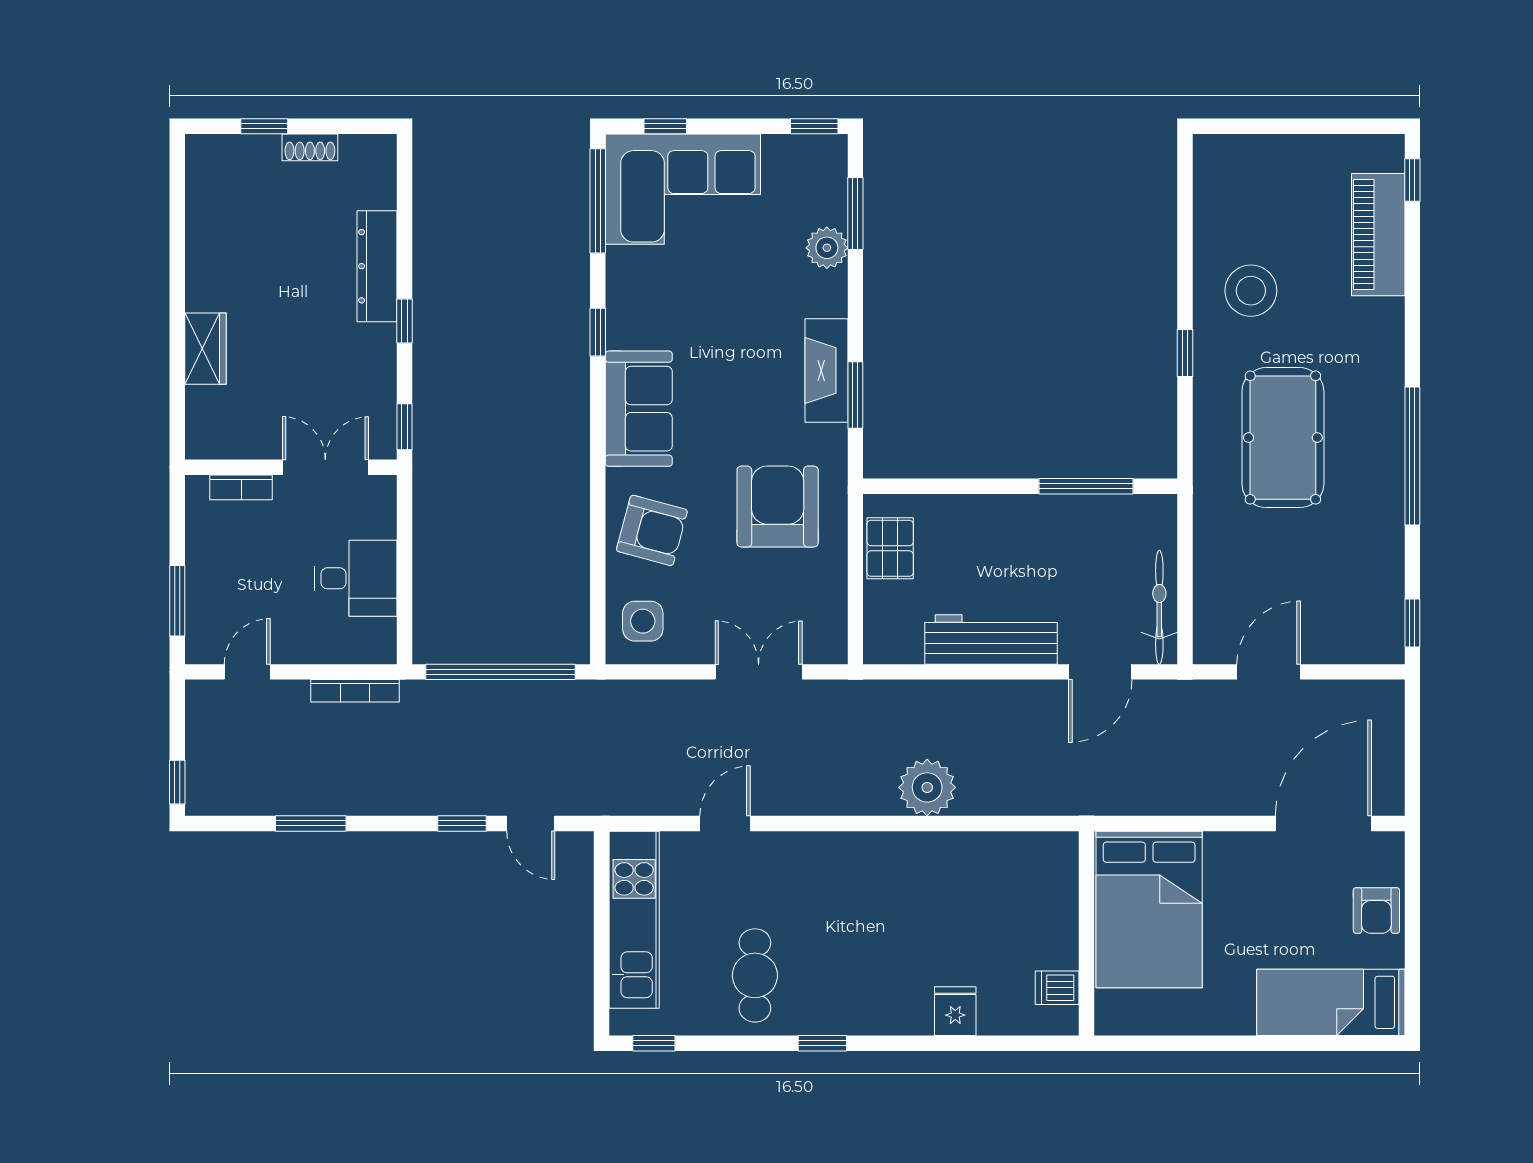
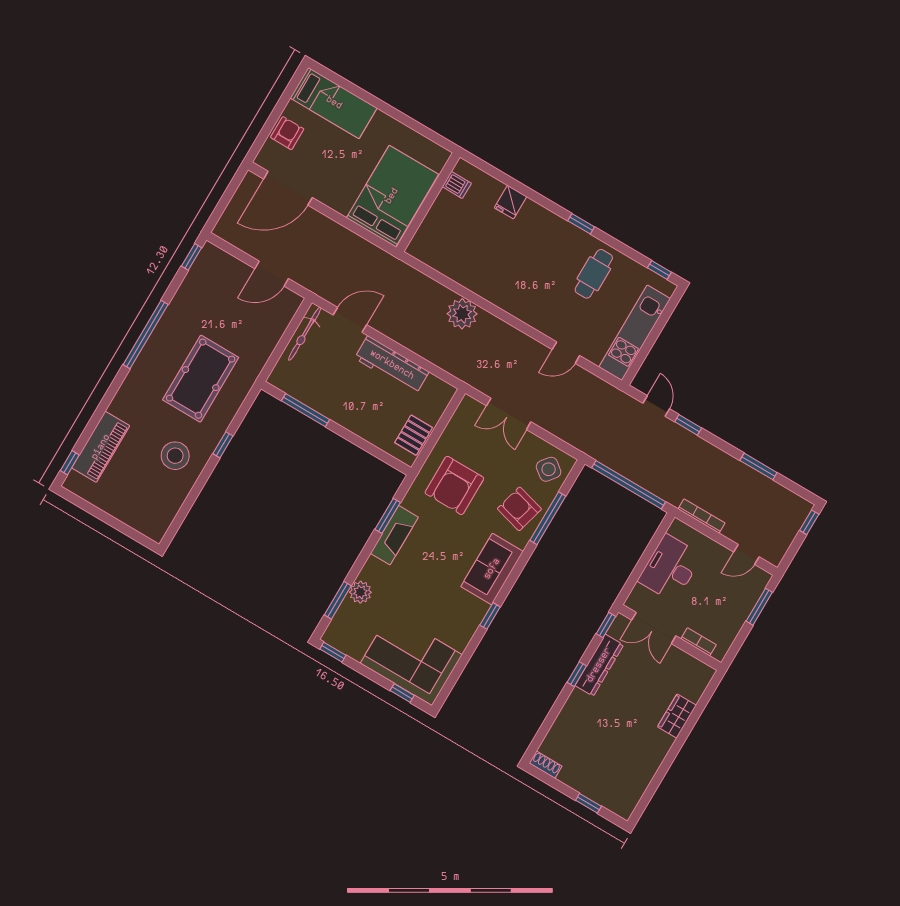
shoe rack: (310, 147) -> (546, 765), moved
window: (598, 201) -> (548, 518), moved
dresser: (377, 266) -> (599, 665), moved
desk: (356, 578) -> (670, 568), width x1.37
side table: (643, 621) -> (549, 469), turned 38

